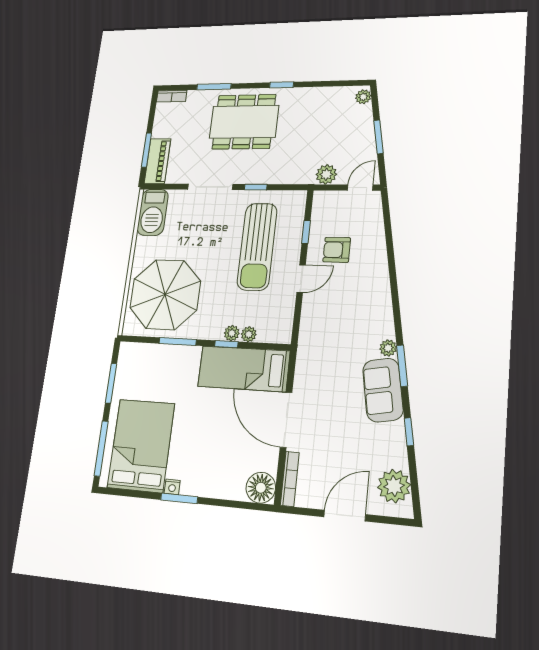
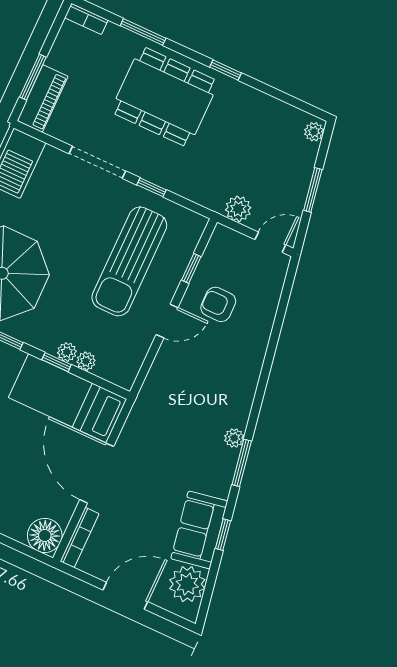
sofa: (383, 390) -> (199, 530), moved

